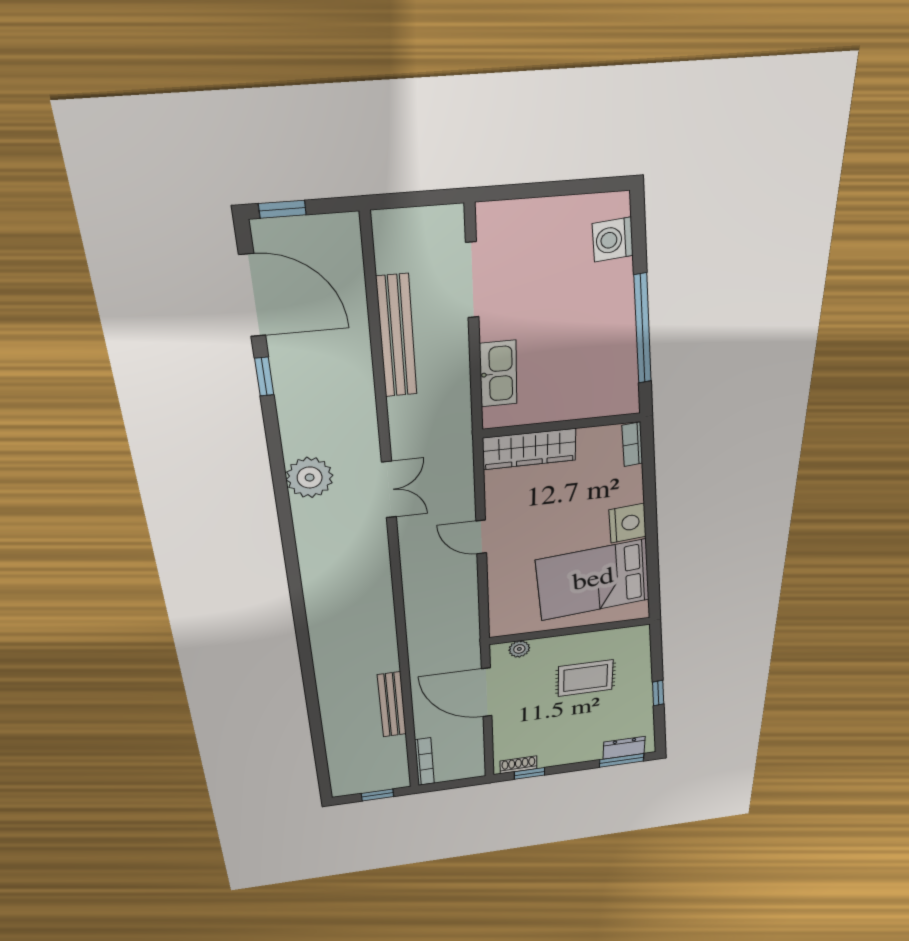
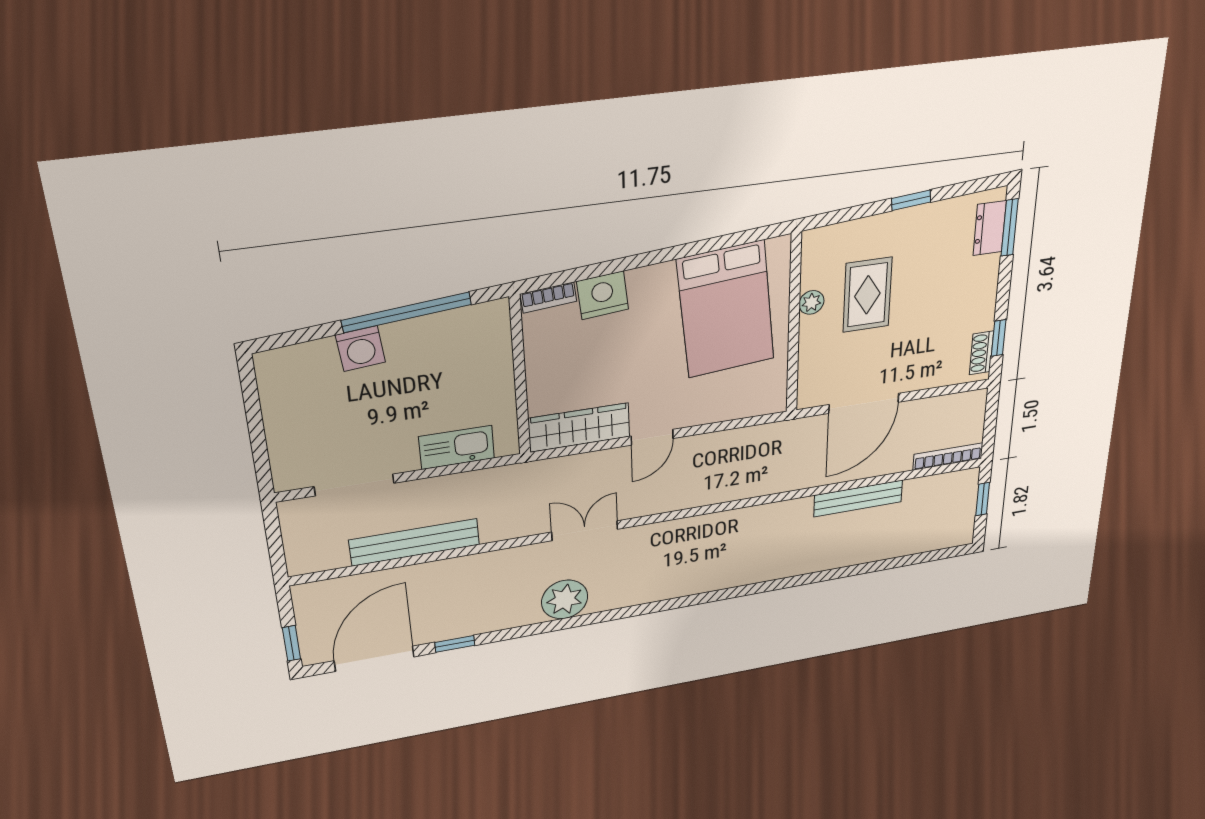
washing machine: (613, 240) -> (361, 349), moved
wardrobe: (529, 449) -> (579, 428), moved, turned -90
nightstand: (628, 523) -> (603, 295), moved
plant: (519, 649) -> (811, 302), moved

